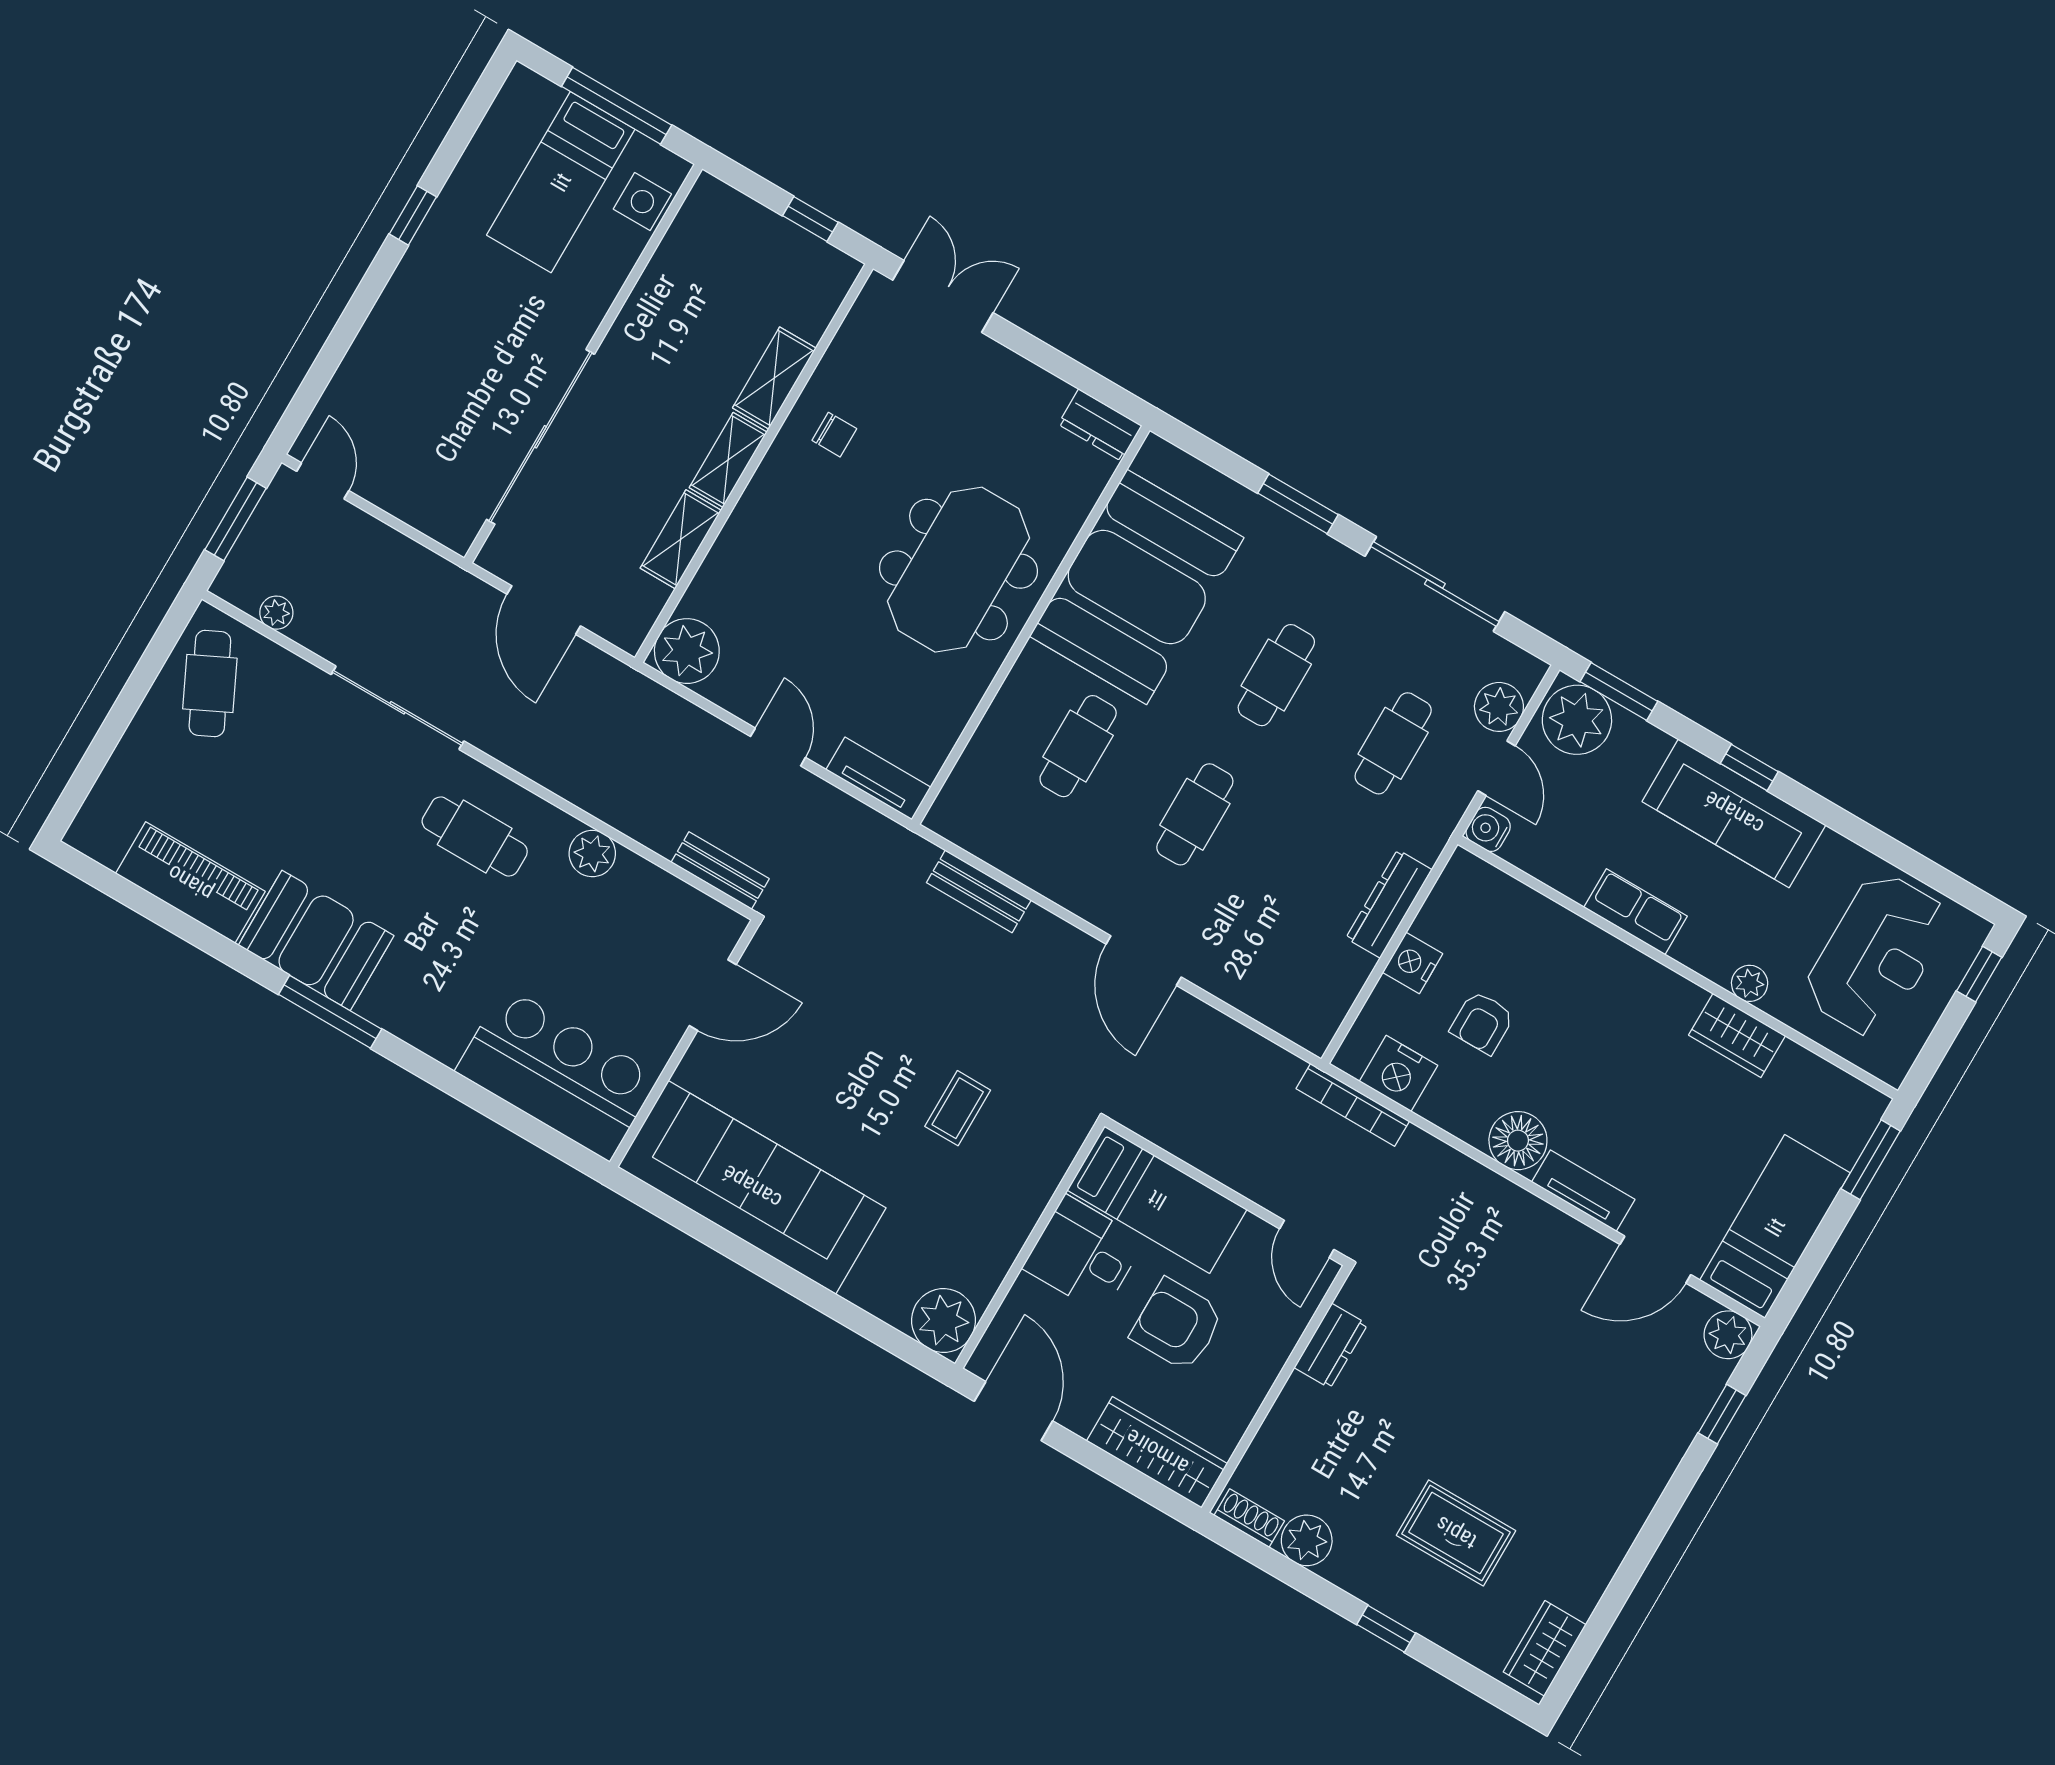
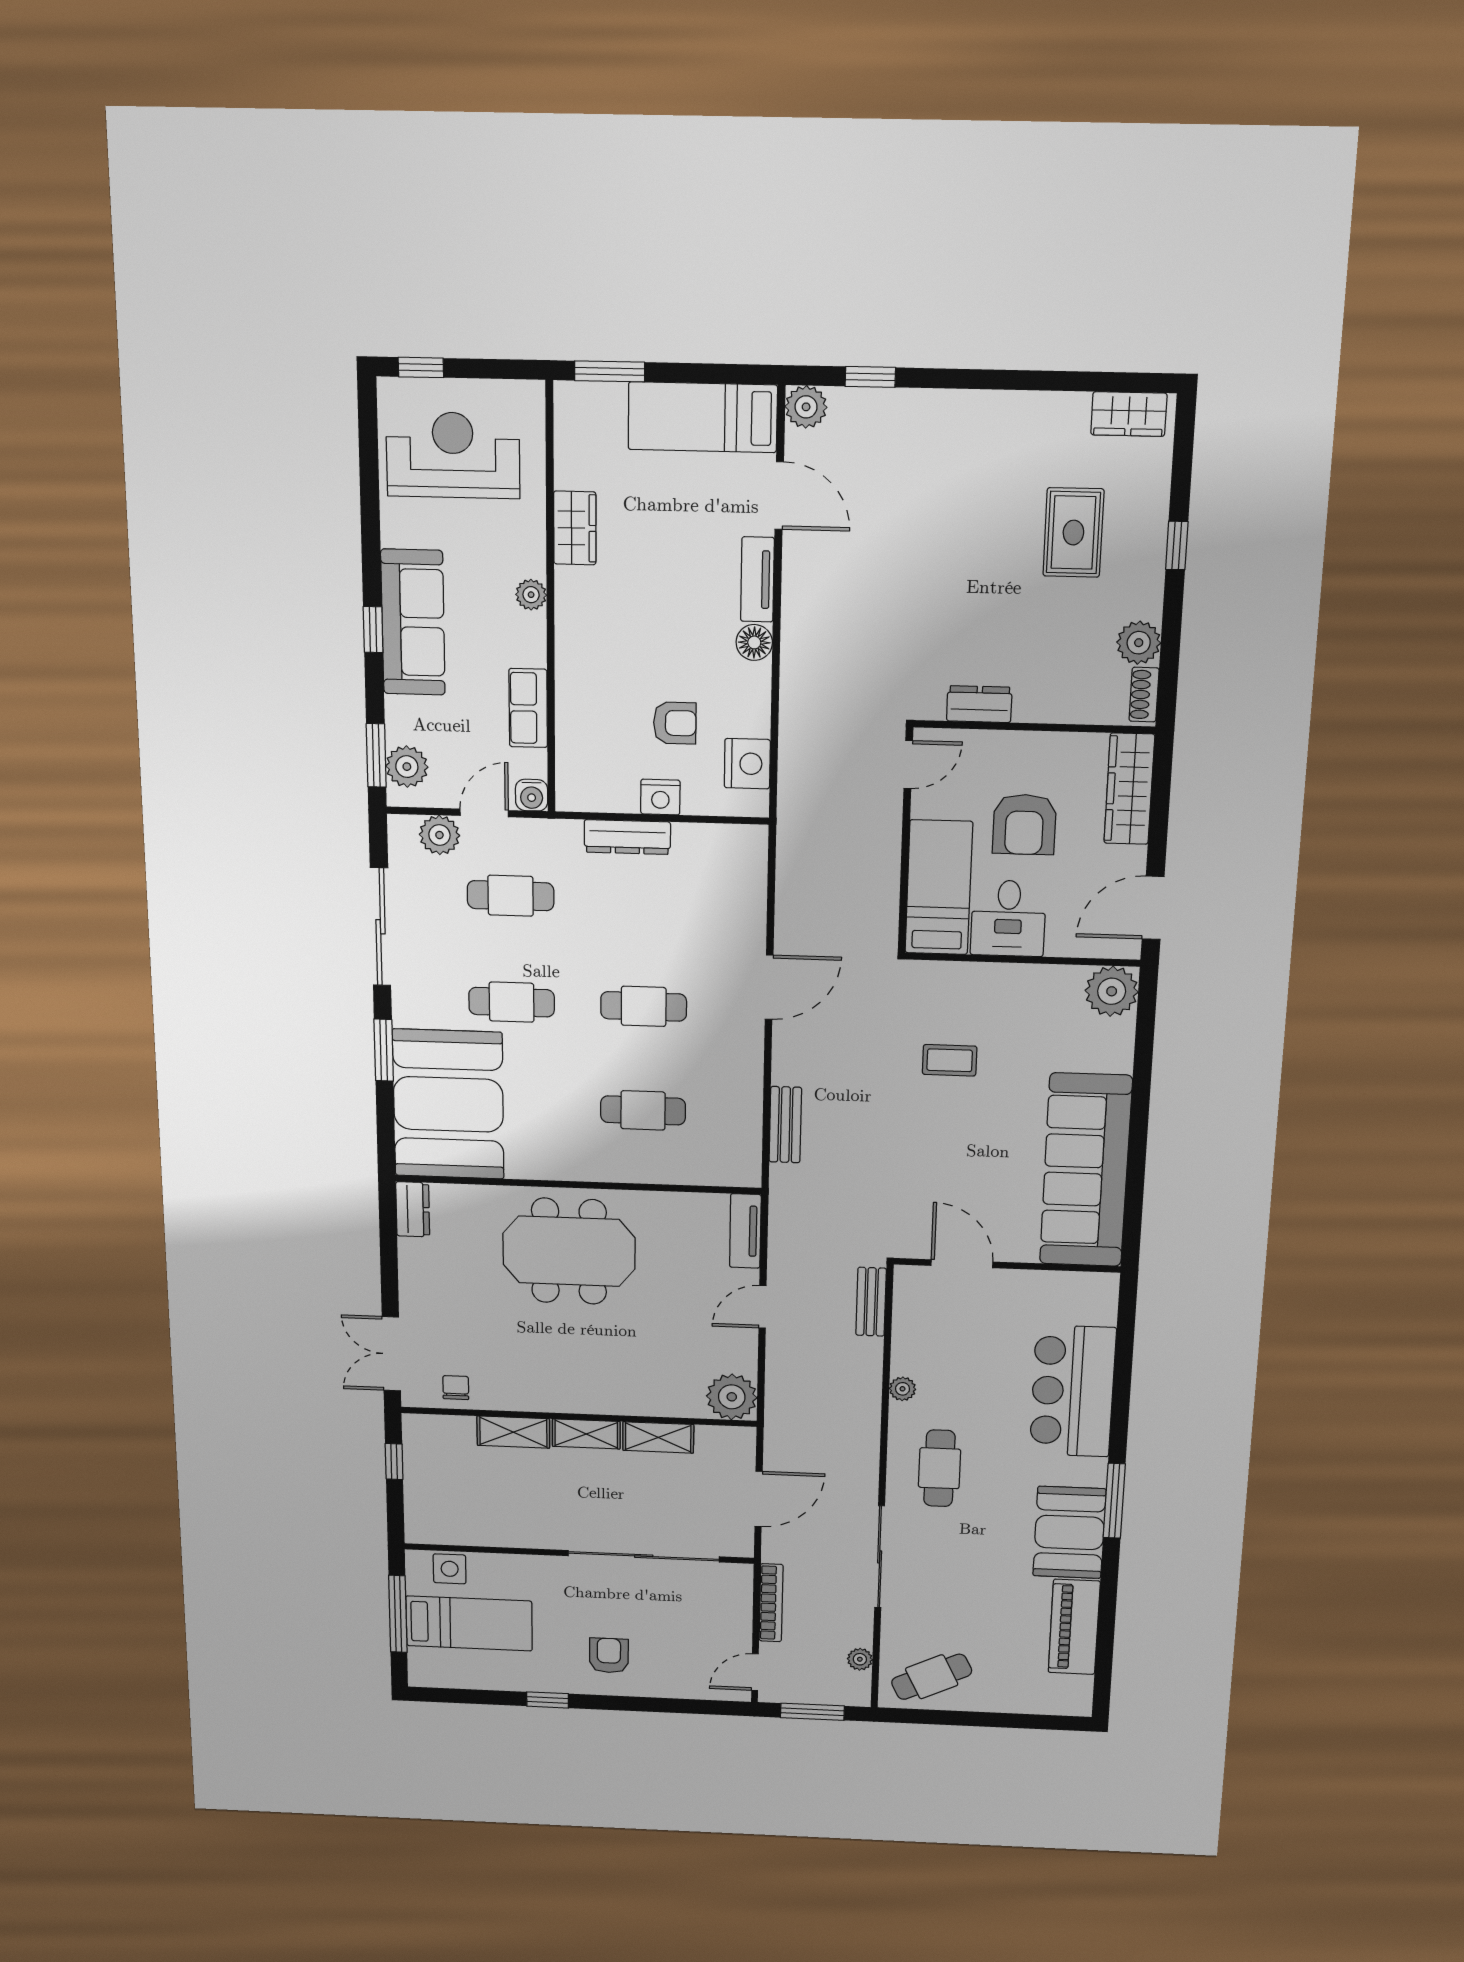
armchair: (434, 322) -> (609, 1655), added
chair: (834, 435) -> (456, 1388), moved
booth: (1137, 587) -> (448, 1104), moved, turned 90
plant: (1577, 720) -> (407, 767), width x0.73, depth x0.73
plant: (592, 854) -> (903, 1389), width x0.73, depth x0.73
row of seats: (1636, 912) -> (528, 708), moved
plant: (1750, 983) -> (531, 595), moved
bar counter: (557, 1074) -> (1073, 1391), moved
bookcase: (1353, 1105) -> (771, 1603), moved
floor lamp: (1518, 1141) -> (754, 642), width x0.73, depth x0.73

